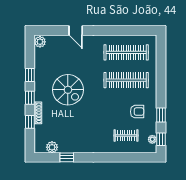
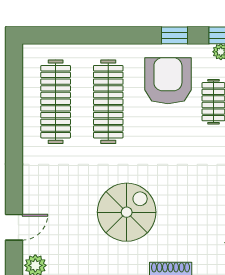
door: (76, 31) -> (14, 227), moved
armchair: (137, 112) -> (168, 81), width x1.88, depth x1.88

